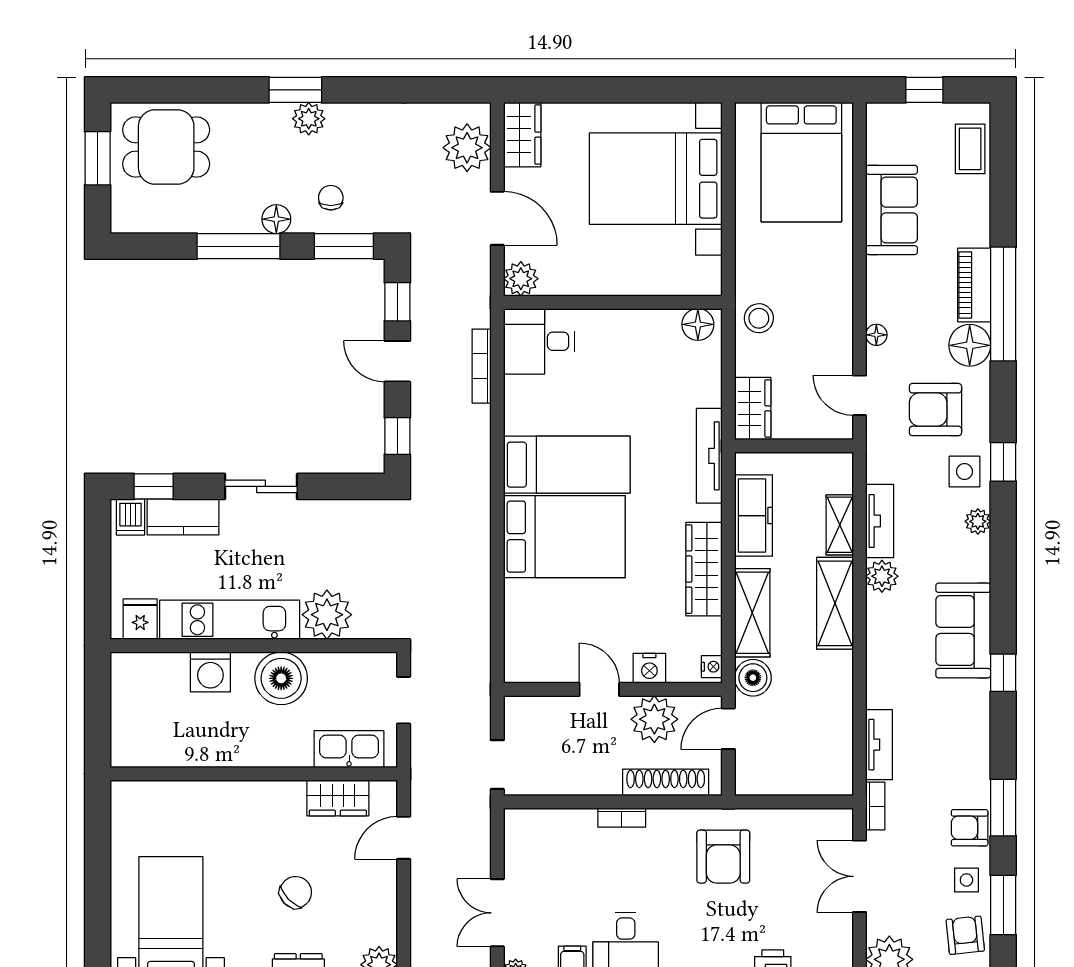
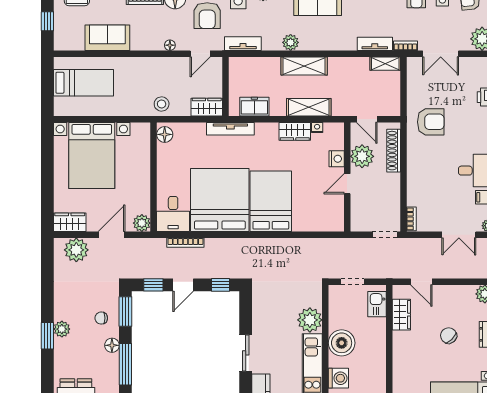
bed: (801, 162) -> (83, 83), width x0.67
bed: (567, 465) -> (220, 200), width x2.04
freezer: (753, 516) -> (254, 107), width x0.71
tv unit: (880, 521) -> (243, 44), moved
shelving: (840, 525) -> (385, 64), moved
wardrobe: (704, 569) -> (295, 131), width x0.67
nightstand: (712, 667) -> (317, 128), moved
boiler: (753, 678) -> (341, 107), removed
kitchen sink: (349, 749) -> (377, 304), width x0.73
bookcase: (622, 818) -> (411, 219), moved

